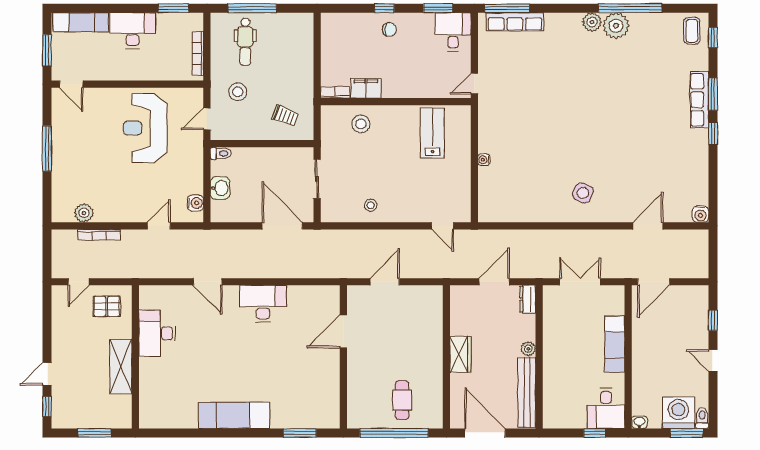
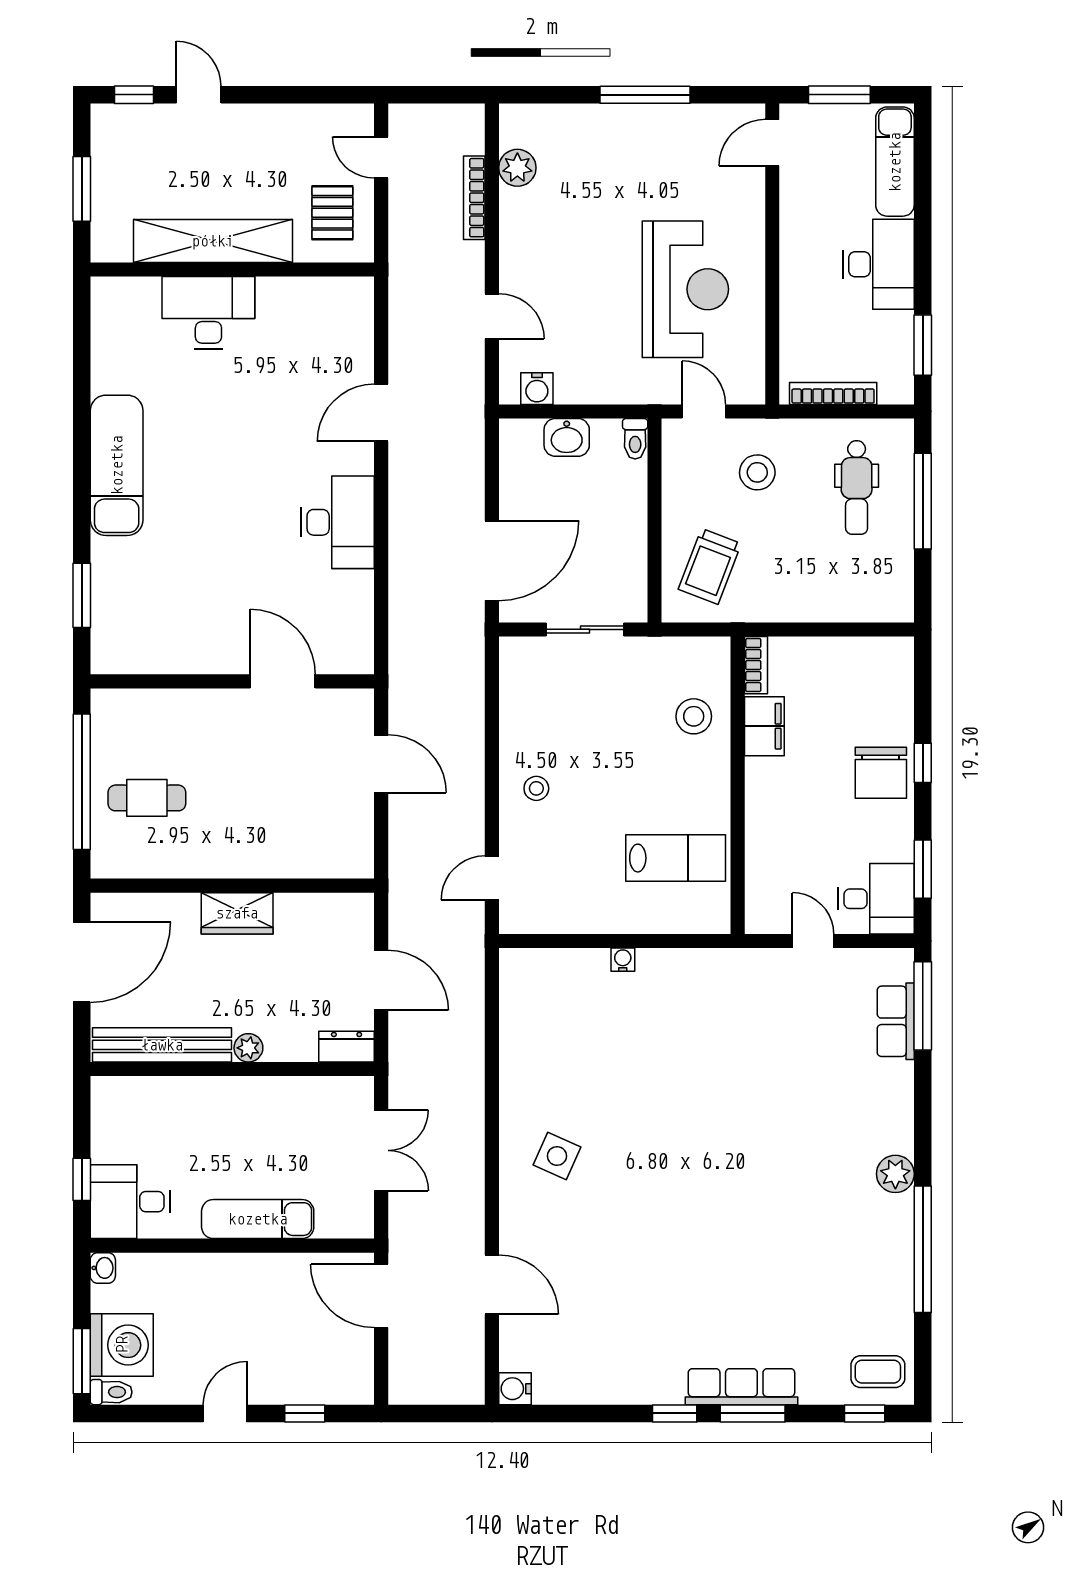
row of seats: (515, 22) -> (896, 1021), width x0.68
plant: (616, 26) -> (888, 1221), removed
chair: (389, 29) -> (881, 773), width x1.87, depth x1.87
dental chair: (245, 42) -> (857, 487), turned -90
door: (474, 84) -> (813, 941), moved
trolley: (285, 116) -> (710, 566), width x1.36, depth x1.39
reception desk: (145, 128) -> (685, 289), turned 90
stool: (371, 205) -> (536, 788), moved
desk: (157, 333) -> (208, 313), moved
shelving: (121, 367) -> (213, 241), width x1.47

